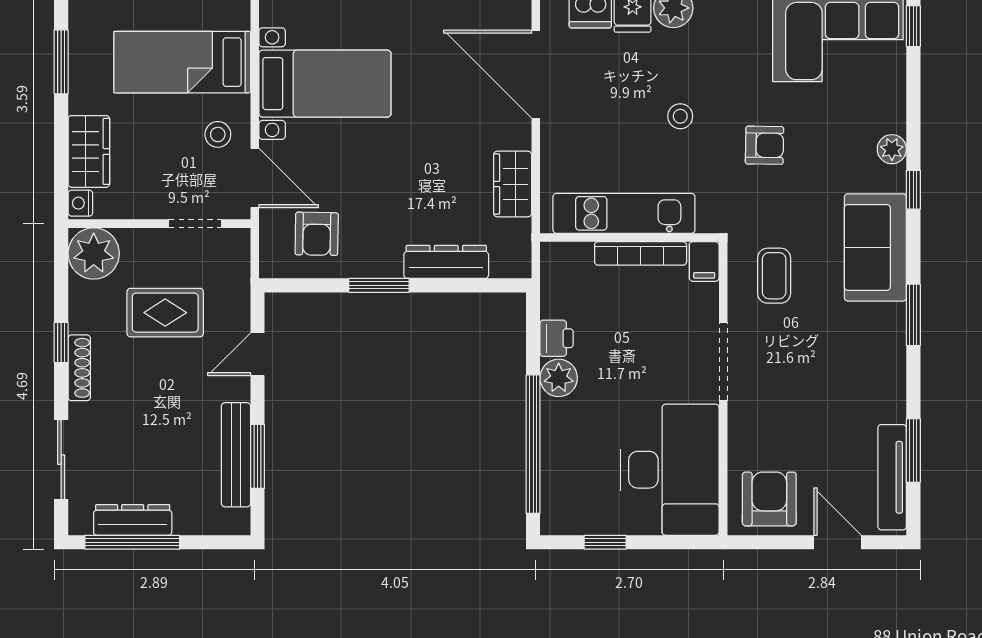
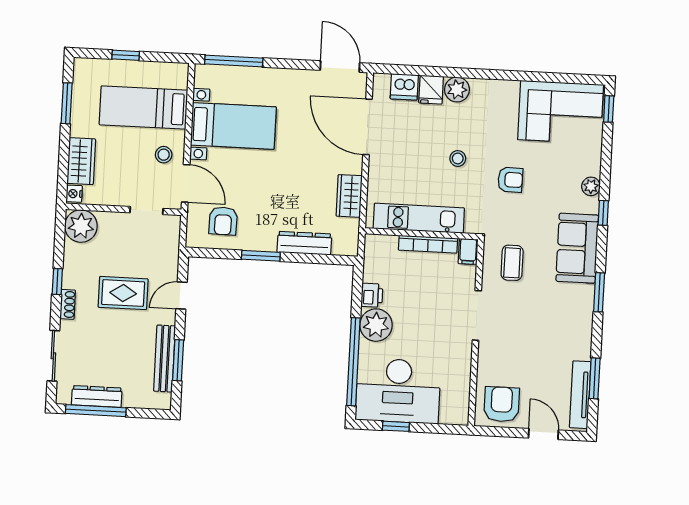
rug: (165, 313) -> (123, 293), moved
shoe rack: (79, 368) -> (68, 304), width x0.70
plant: (559, 378) -> (376, 325), width x1.36, depth x1.36
desk: (670, 470) -> (398, 391), moved, turned 90

